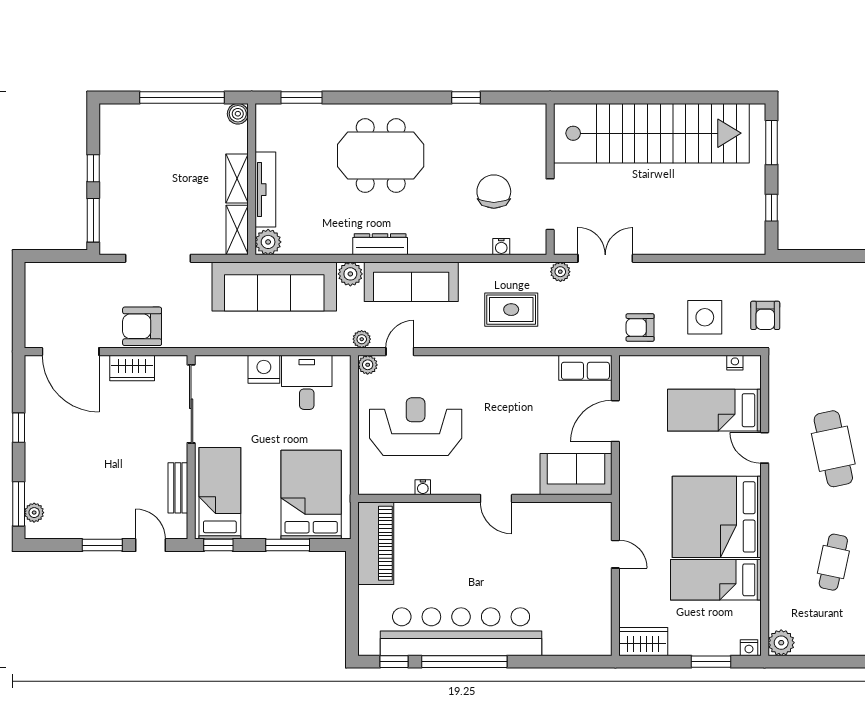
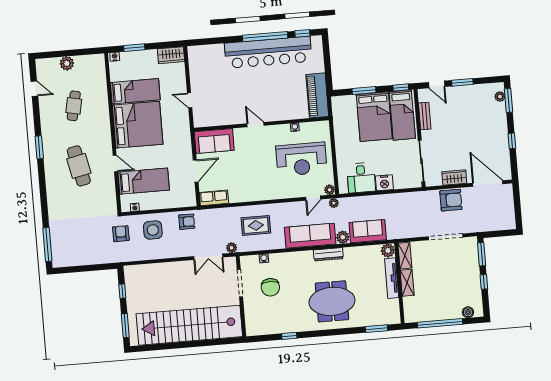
boiler: (238, 114) -> (468, 312), moved
sofa: (274, 287) -> (368, 231), width x0.54, depth x0.79
bed: (311, 495) -> (374, 117), moved
plant: (781, 643) -> (67, 63), moved

